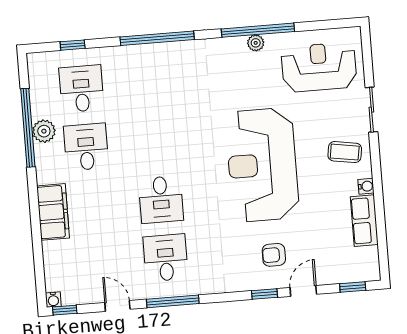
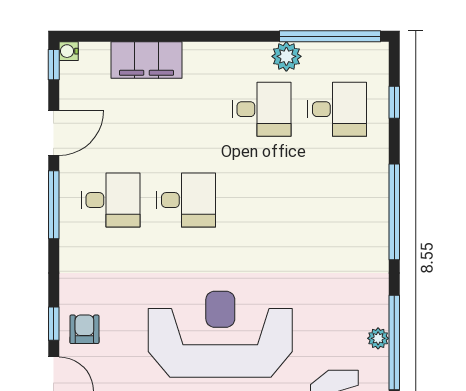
window: (28, 128) -> (330, 36), moved
desk: (161, 200) -> (186, 200), turned 180
filing cabinet: (53, 212) -> (146, 60), moved
armchair: (274, 255) -> (84, 329), moved
door: (117, 306) -> (54, 133), width x1.37

